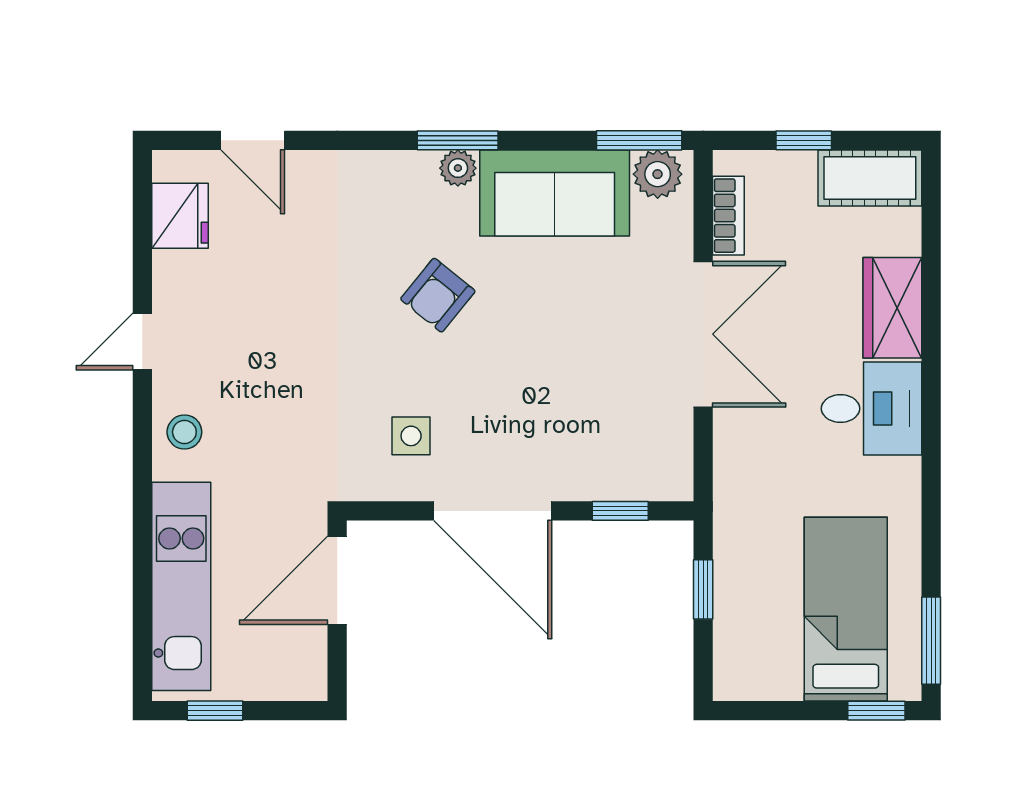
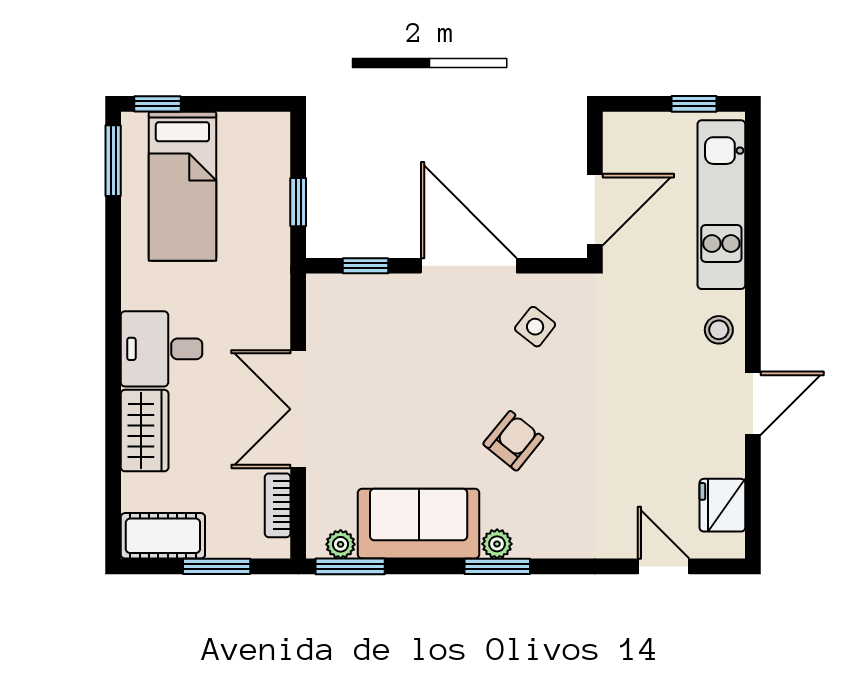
window: (804, 140) -> (217, 566), width x1.50
plant: (658, 174) -> (341, 544), width x0.73, depth x0.73
door: (142, 341) -> (753, 403), width x1.37
side table: (411, 436) -> (535, 327), turned 38

